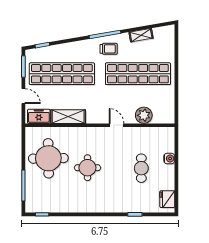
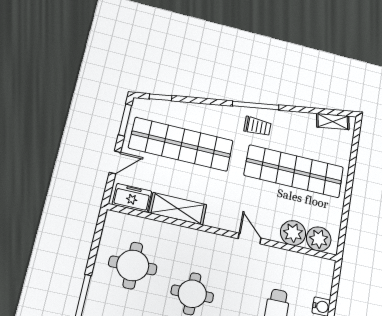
shelving: (141, 35) -> (333, 122), moved
door: (23, 96) -> (115, 162), hinge flipped
plant: (161, 115) -> (319, 239), added
round table: (48, 158) -> (133, 265), width x0.73, depth x0.73

